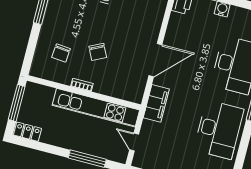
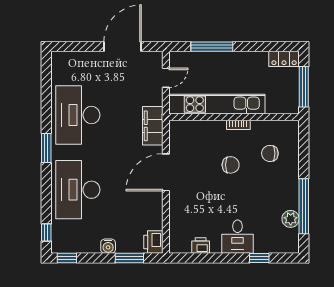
chair: (98, 52) -> (231, 165), turned 116
chair: (61, 53) -> (270, 153), turned -95
door: (134, 142) -> (166, 78), hinge flipped

